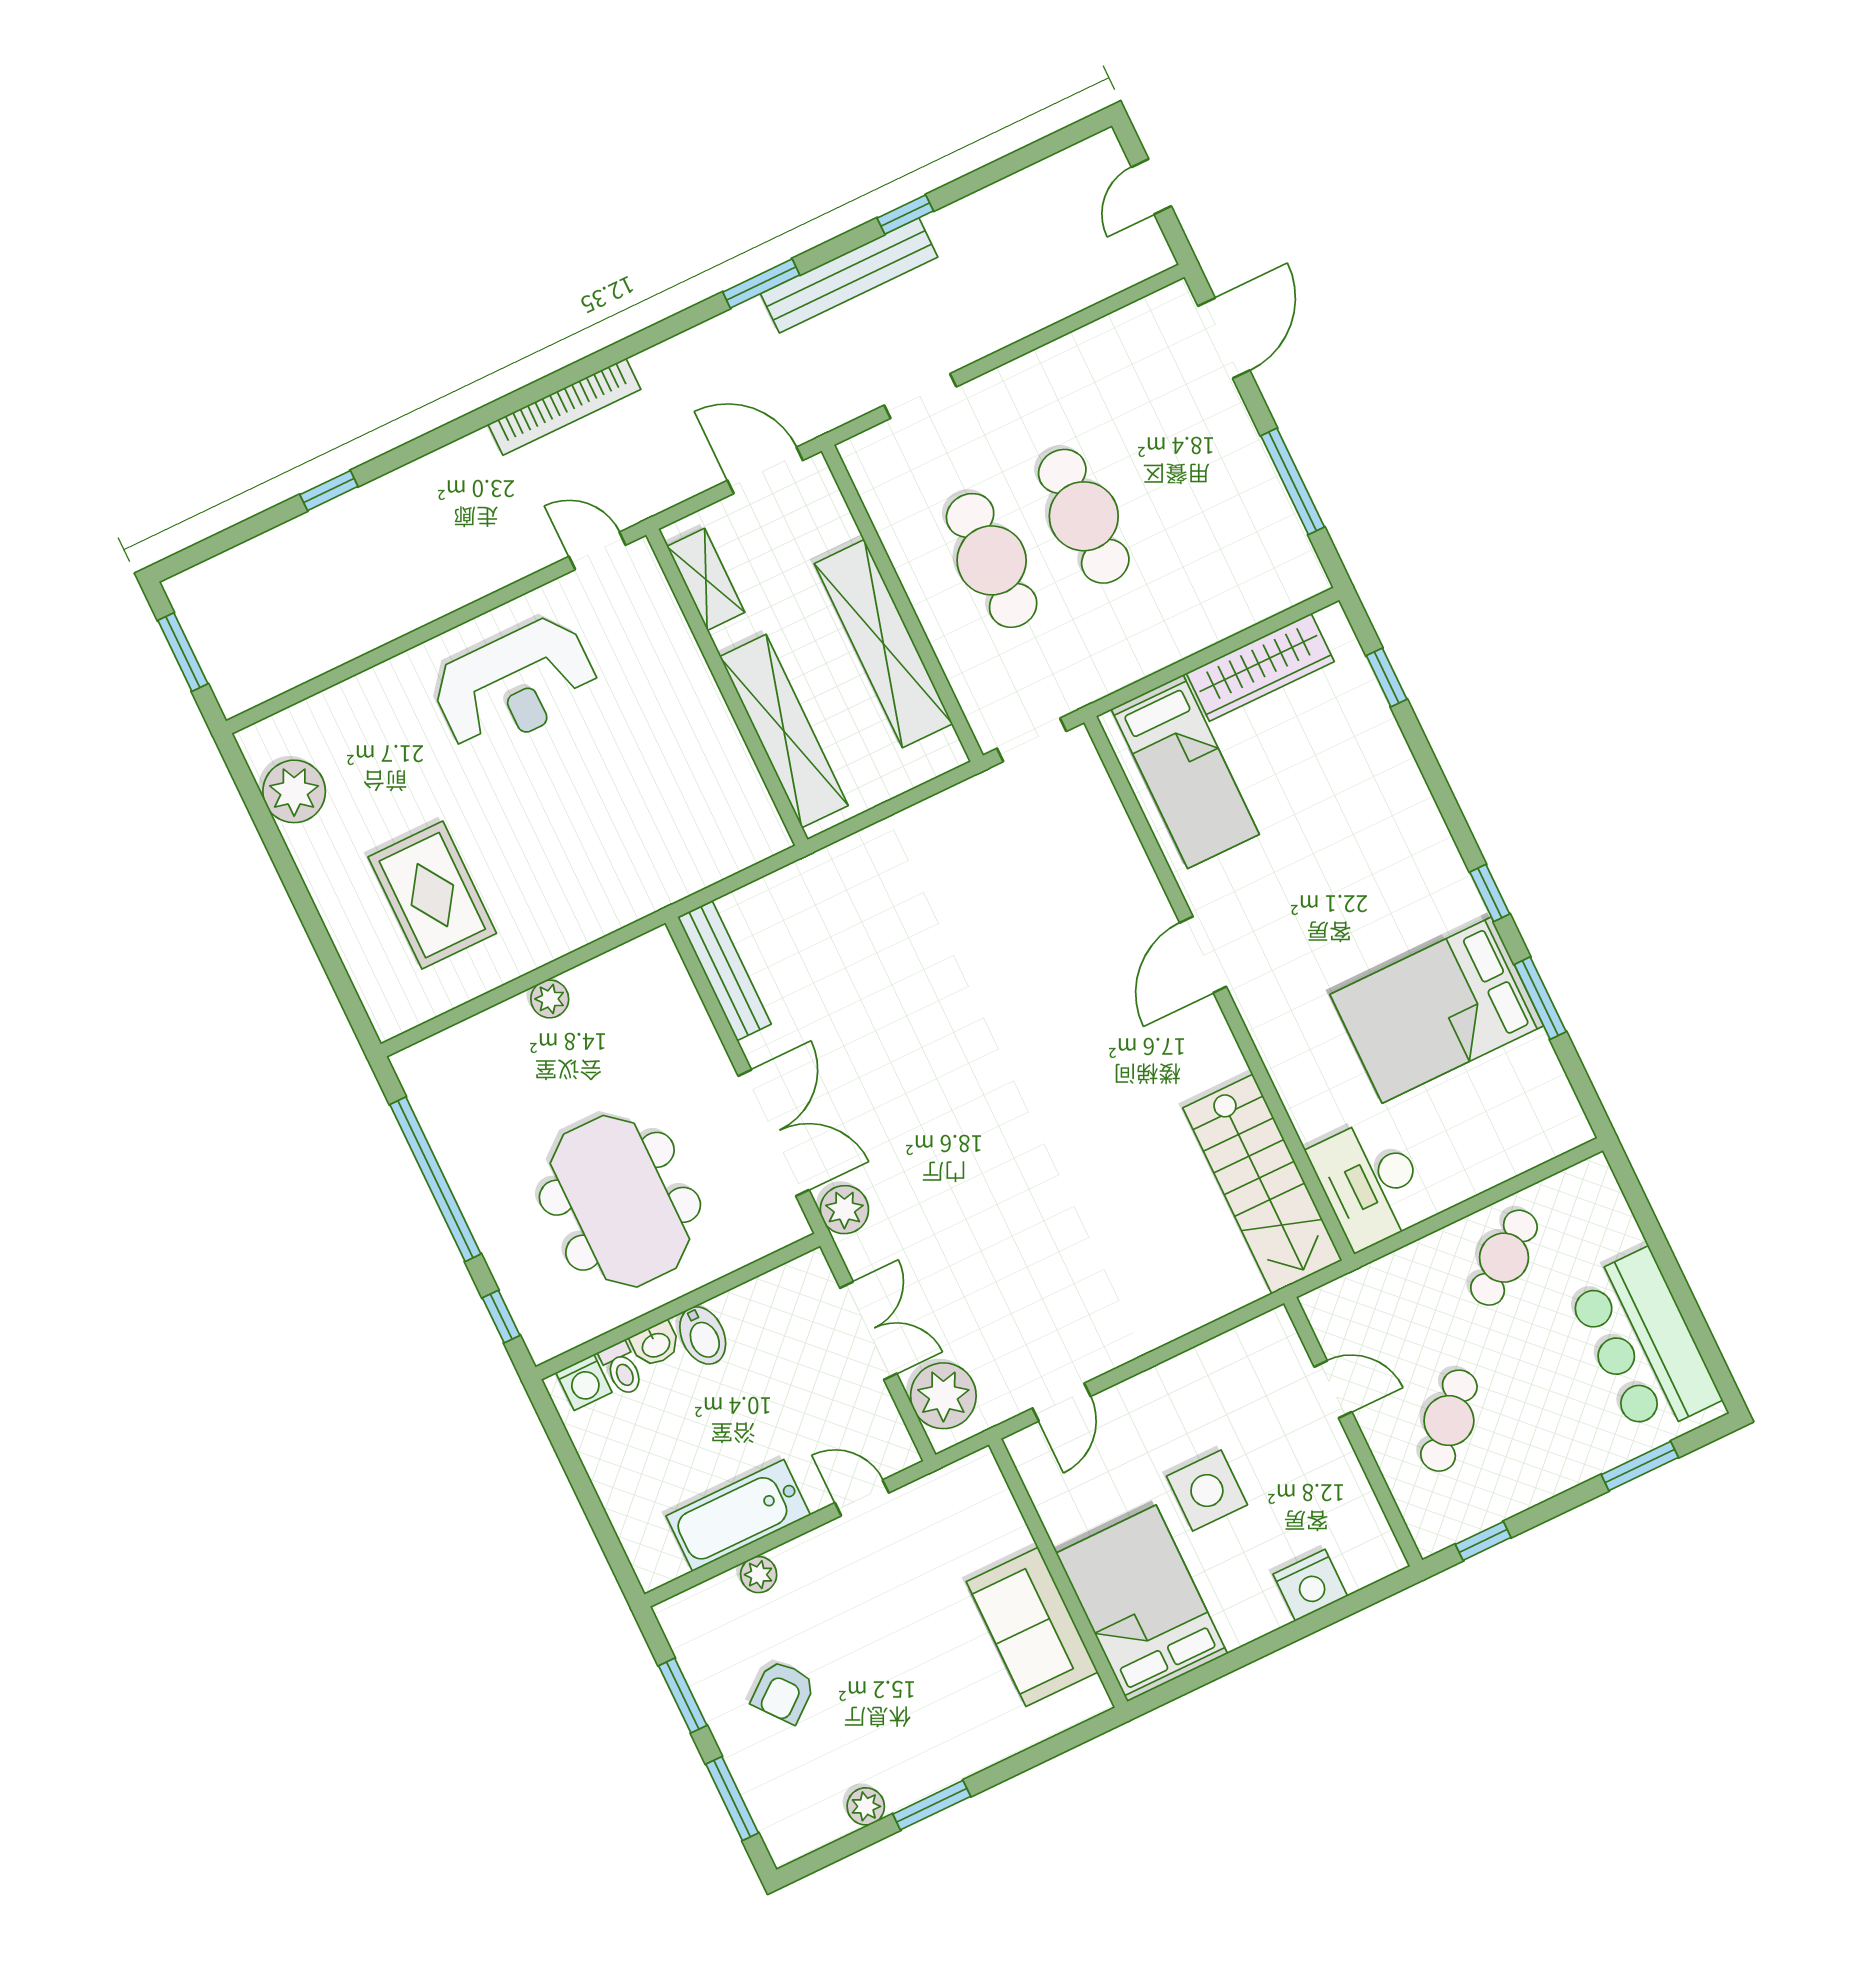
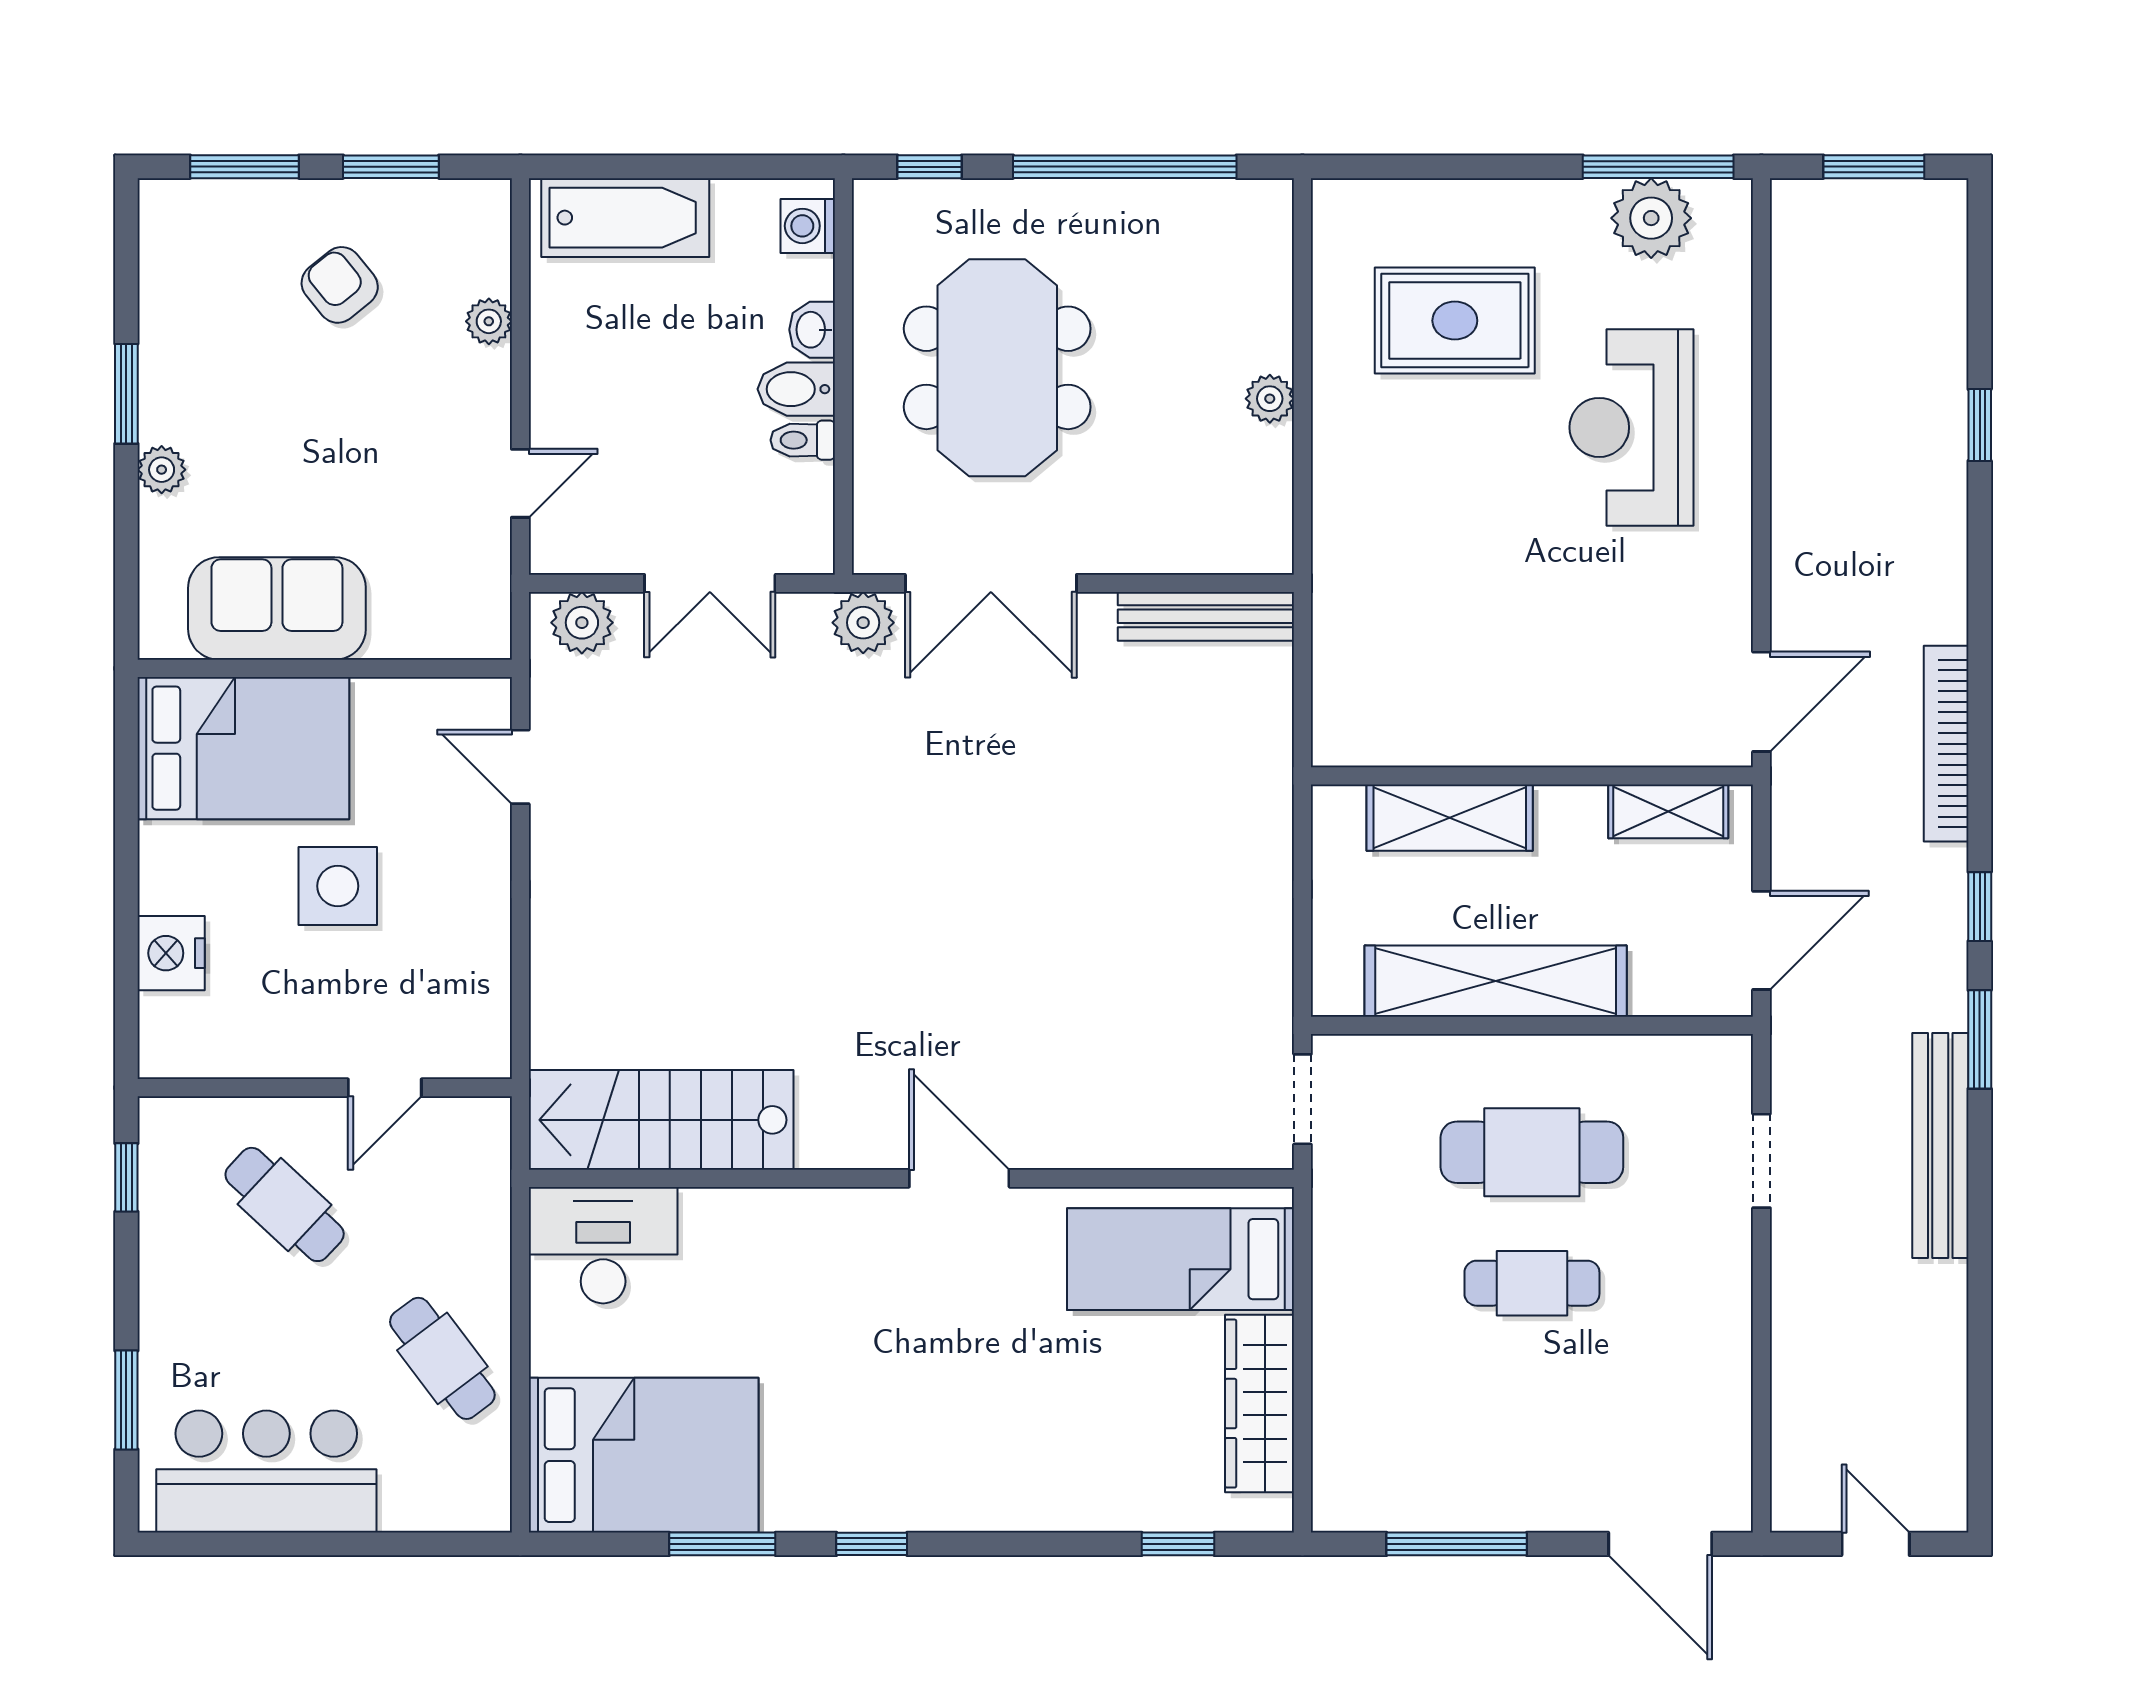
window: (905, 214) -> (1980, 907), moved
cafe table: (1084, 516) -> (1532, 1283), width x0.73, depth x0.74
door: (597, 551) -> (1761, 702), width x1.38
reception desk: (515, 685) -> (1631, 427), moved
shelving: (784, 731) -> (1450, 818), width x0.68
window: (256, 804) -> (1658, 167), added
bed: (1437, 1010) -> (644, 1455), moved, turned 90
meeting table: (620, 1201) -> (997, 368), turned 90
toilet: (622, 1369) -> (803, 440), moved
plant: (943, 1396) -> (582, 623), width x0.73, depth x0.73
bathtub: (738, 1515) -> (625, 218), moved, turned 90
plant: (866, 1806) -> (162, 470), moved

